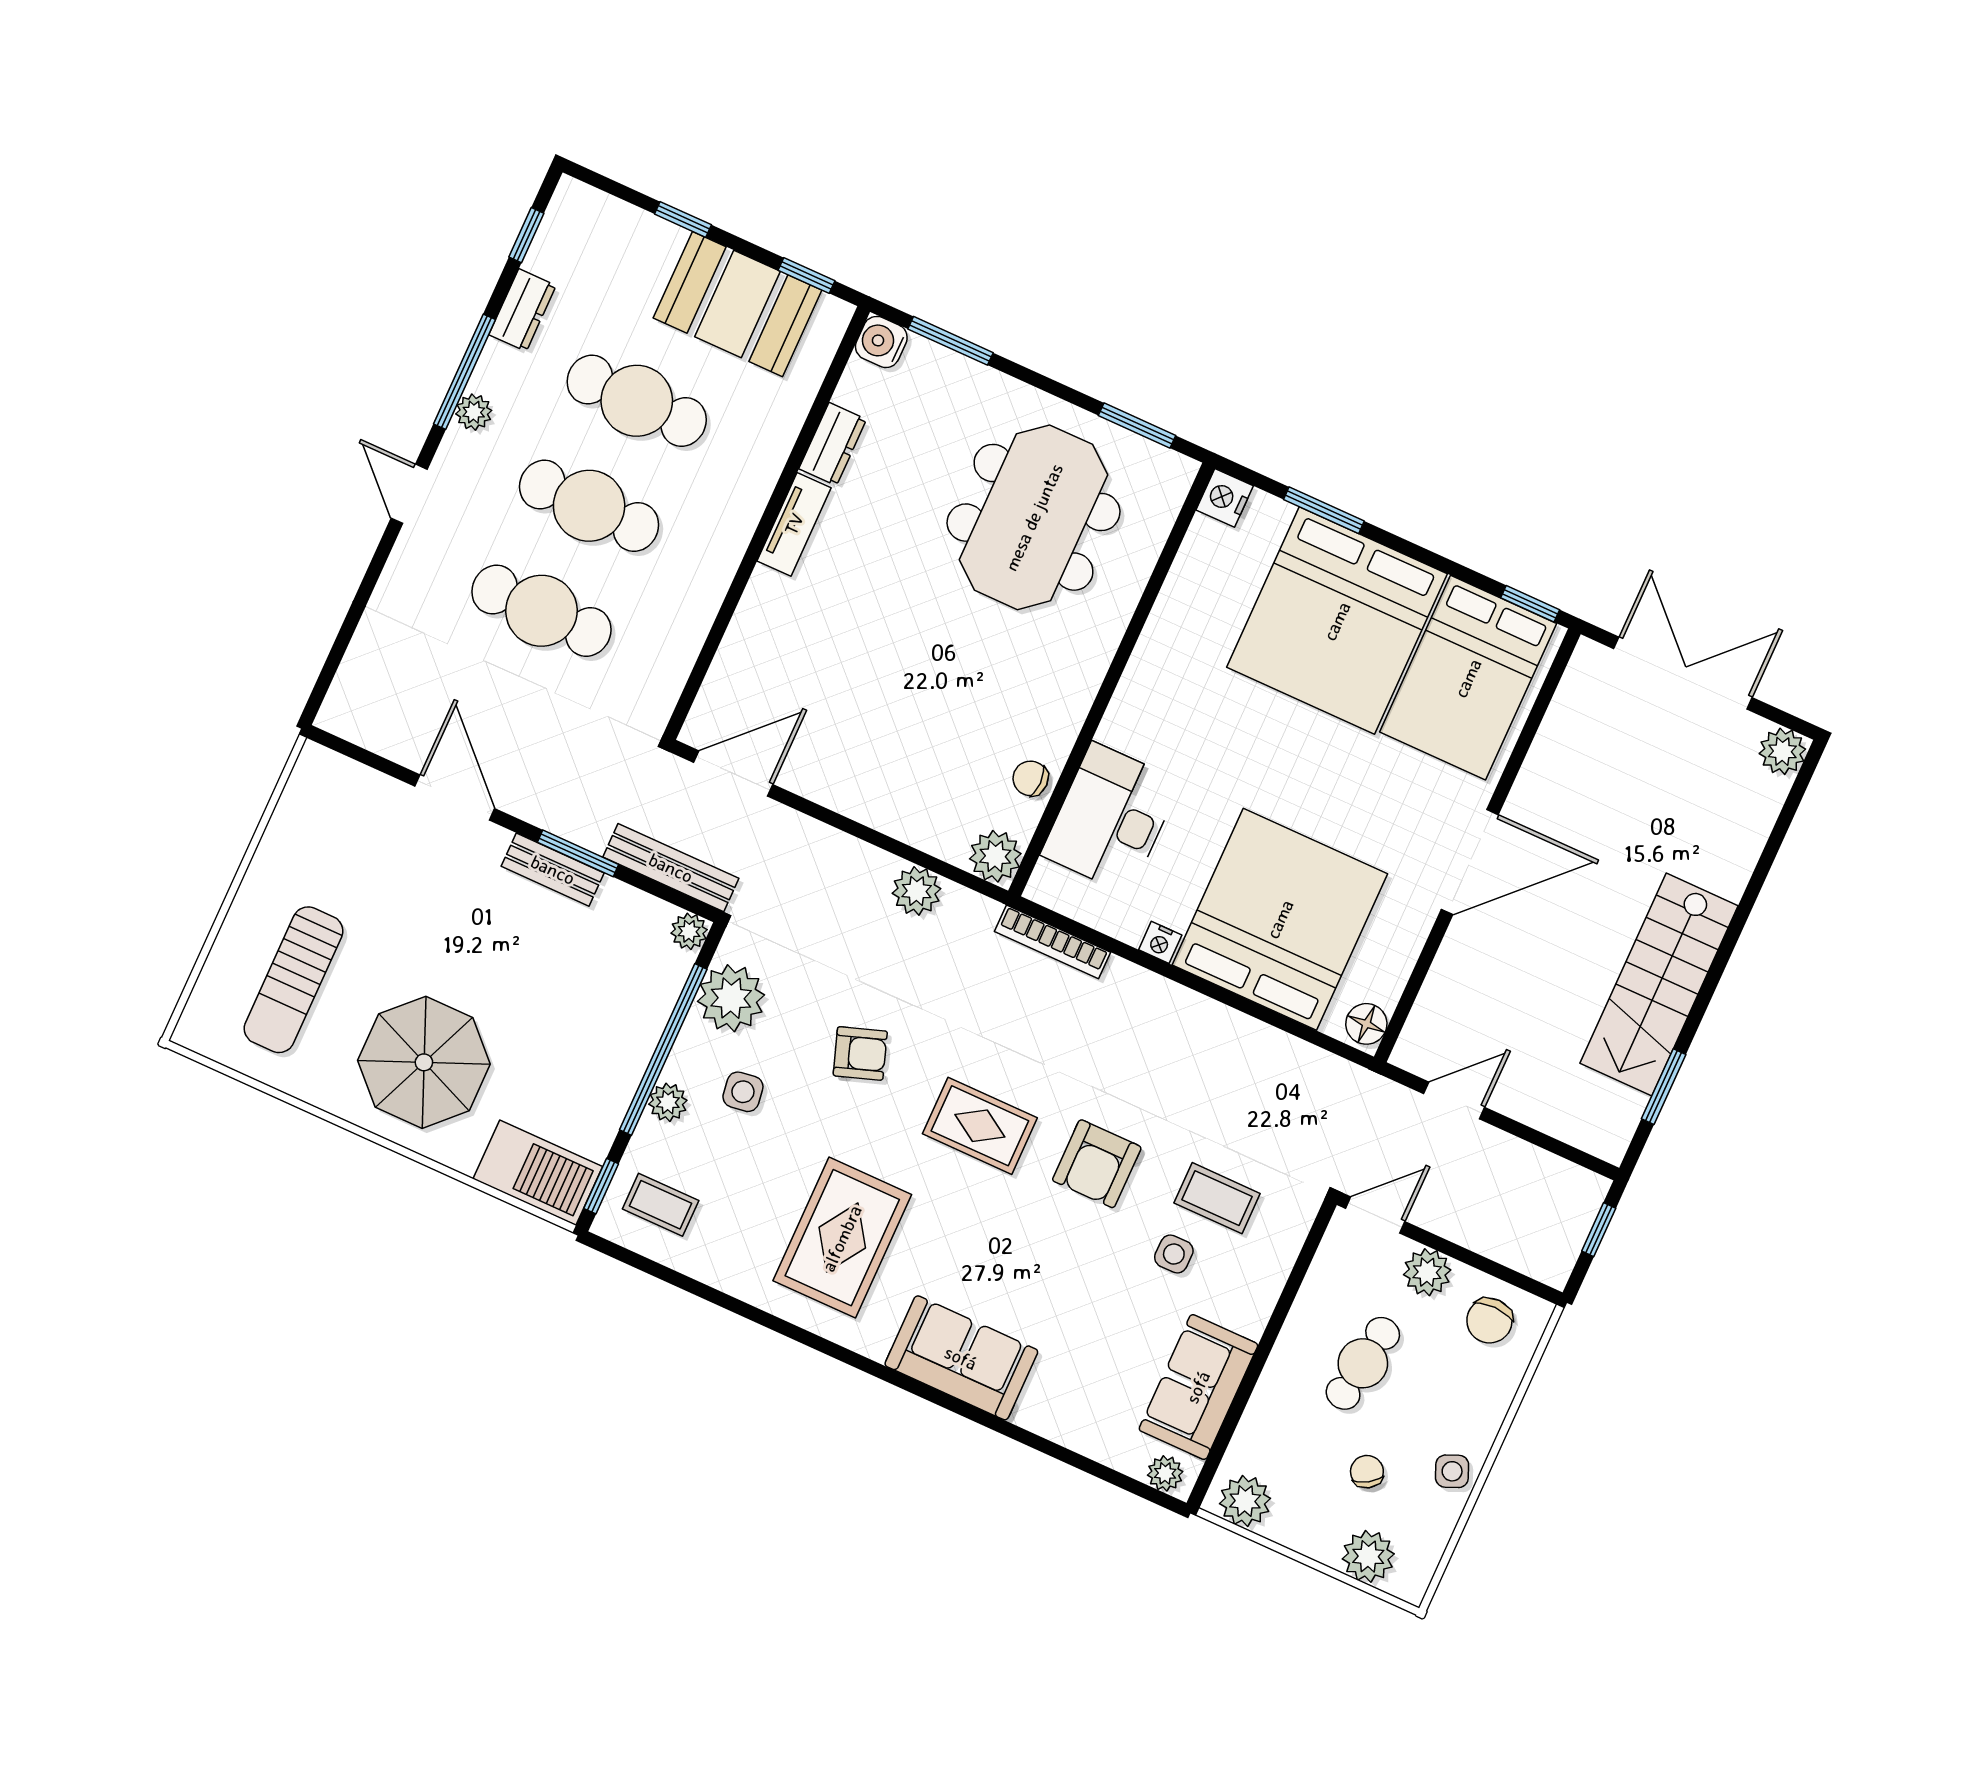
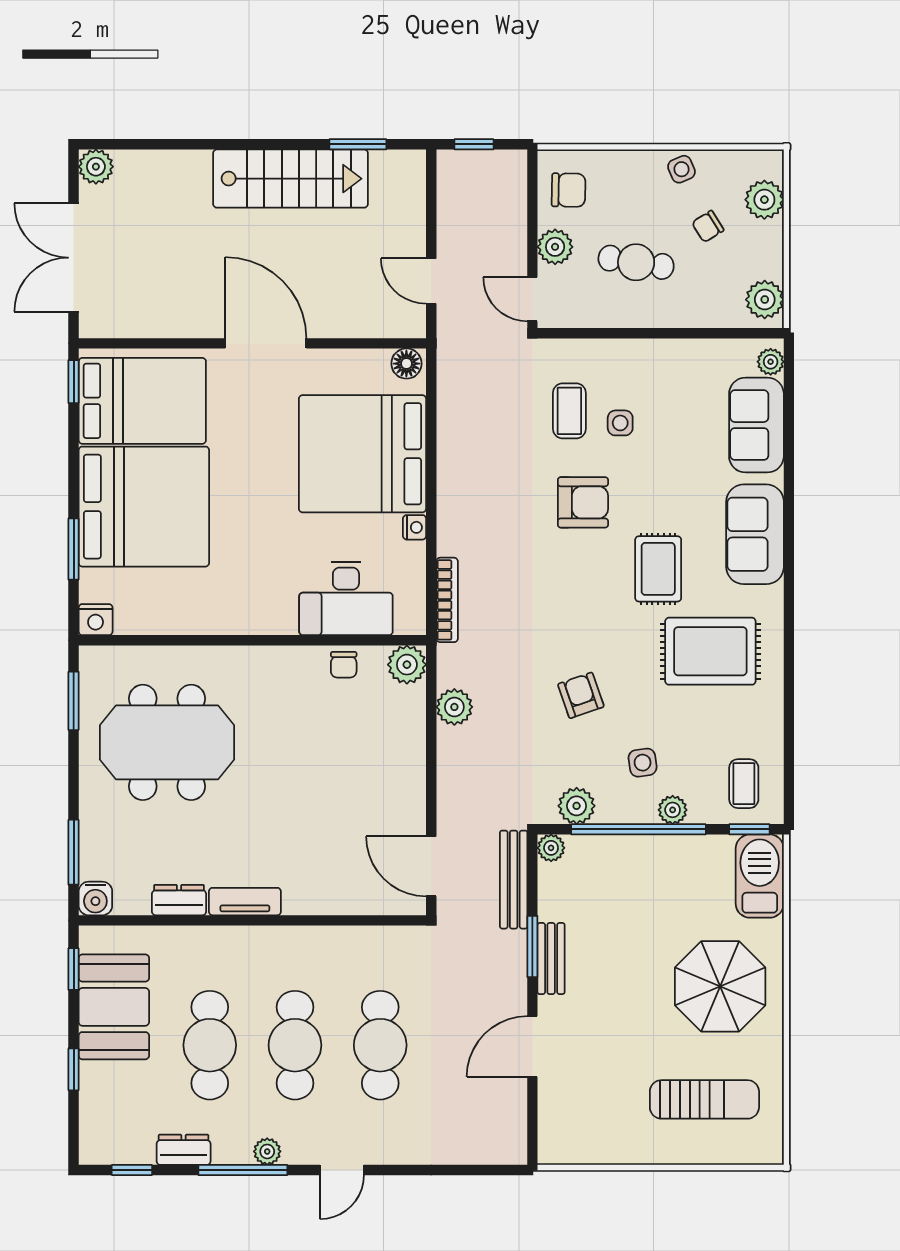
plant: (731, 998) -> (577, 806), width x0.73, depth x0.73
rug: (980, 1126) -> (658, 569), moved
sofa: (1198, 1387) -> (756, 425), moved, turned 90

